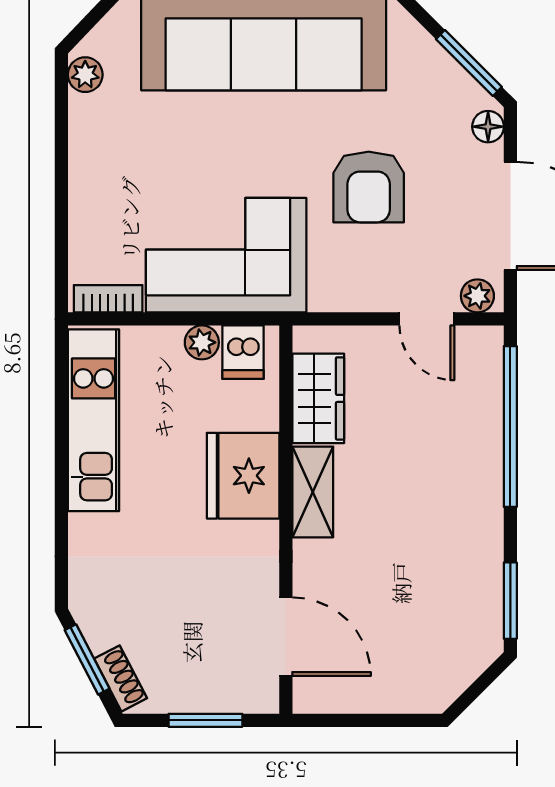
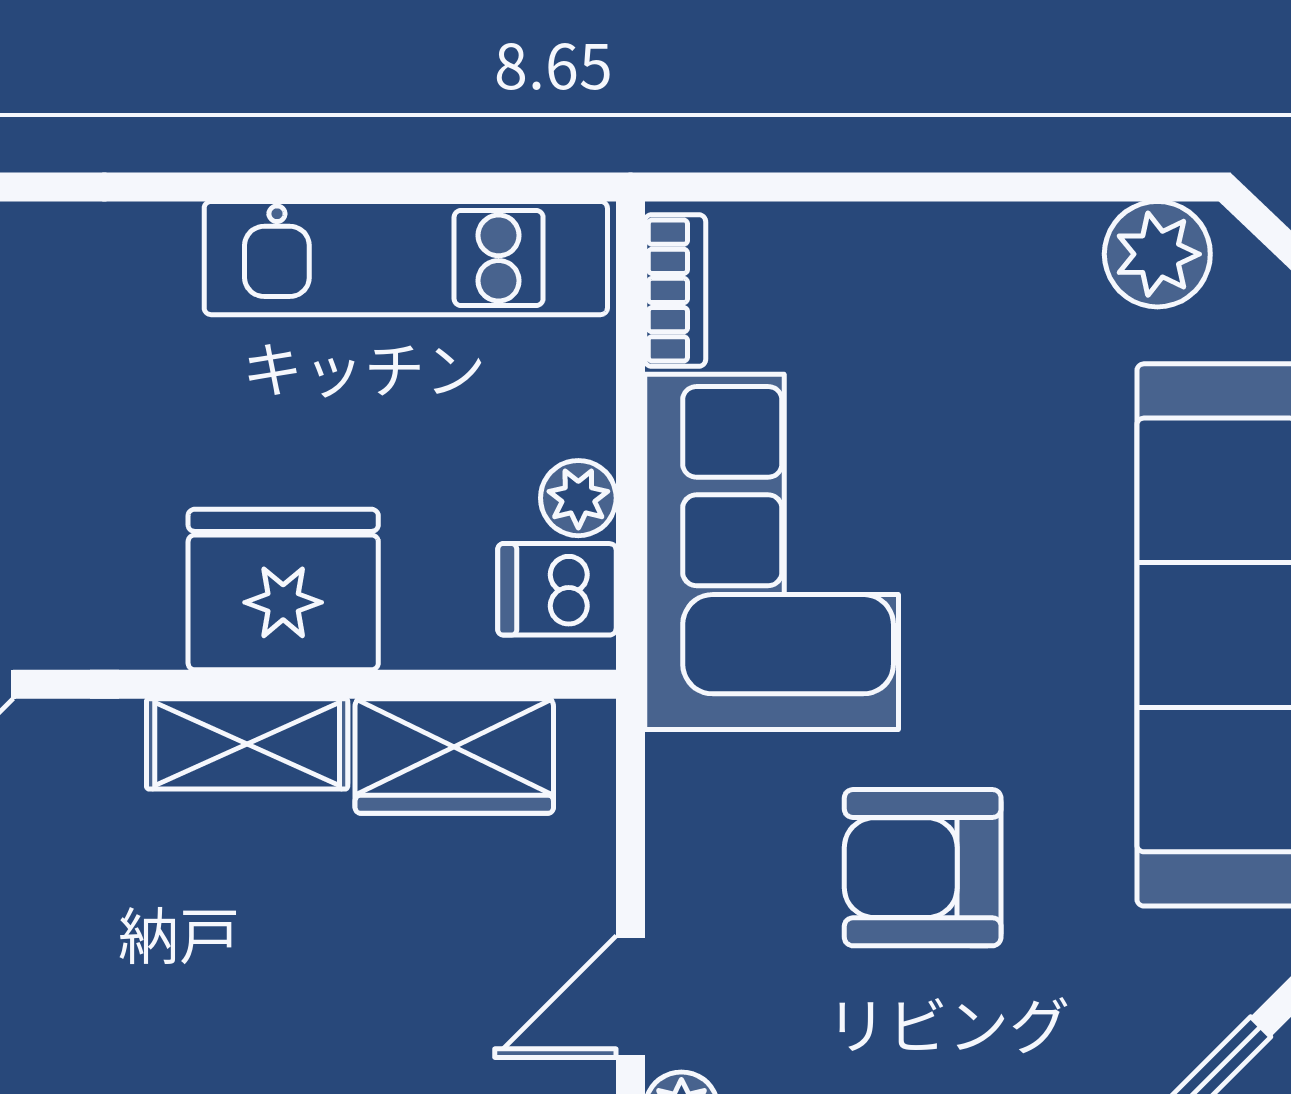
plant: (85, 75) -> (1157, 254), width x1.38, depth x1.38

